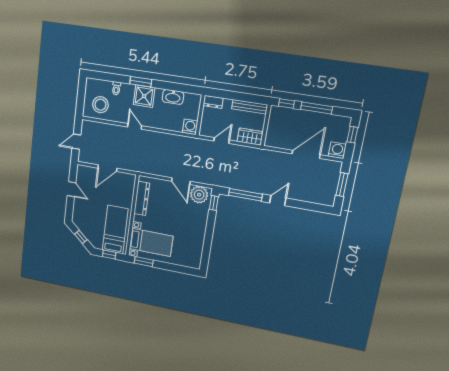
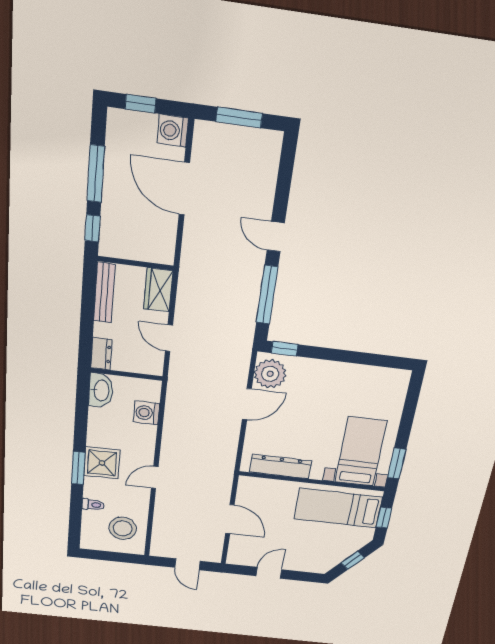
washbasin: (173, 97) -> (101, 390), moved
washing machine: (190, 127) -> (146, 413), moved

